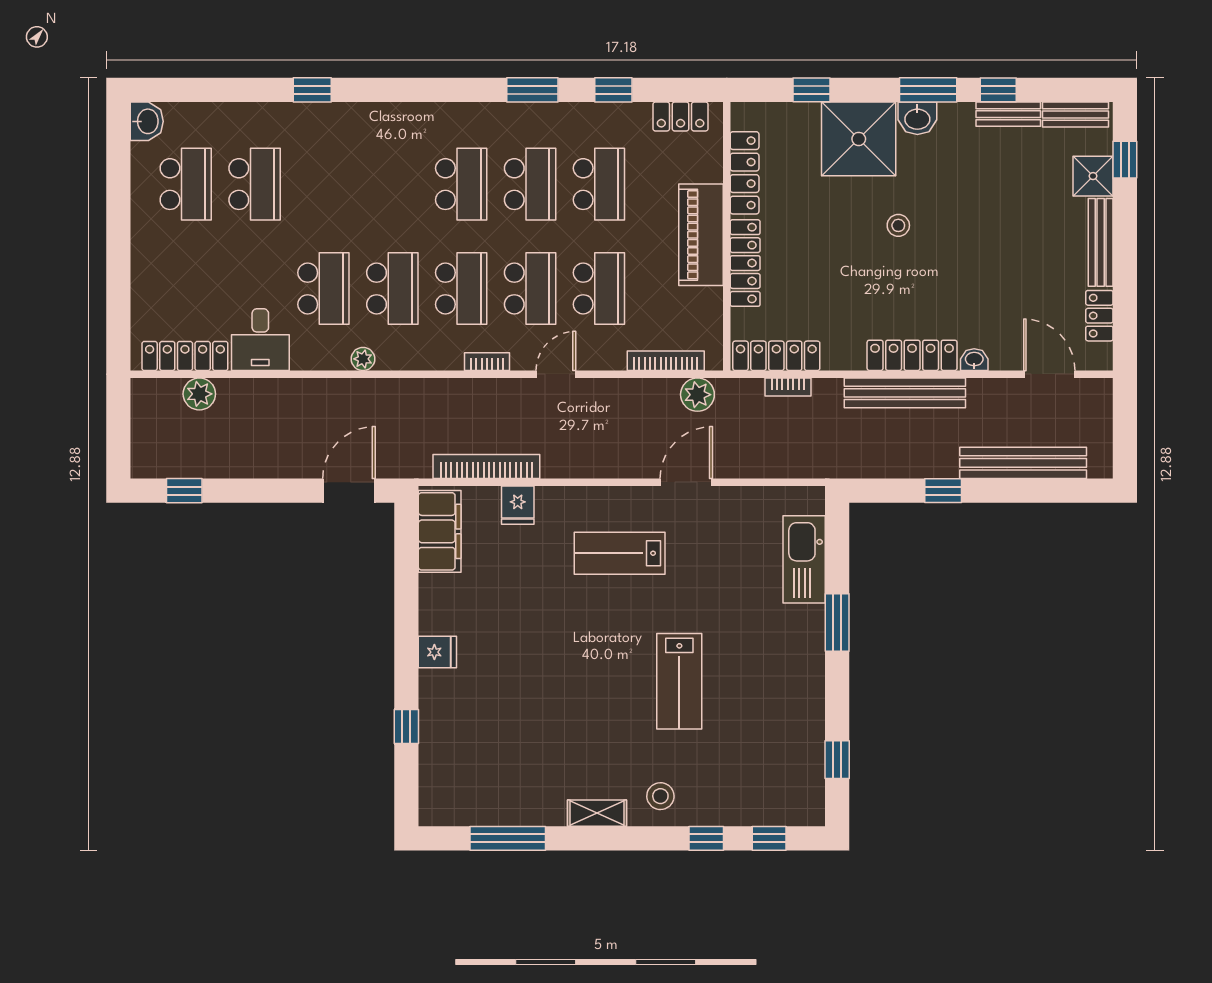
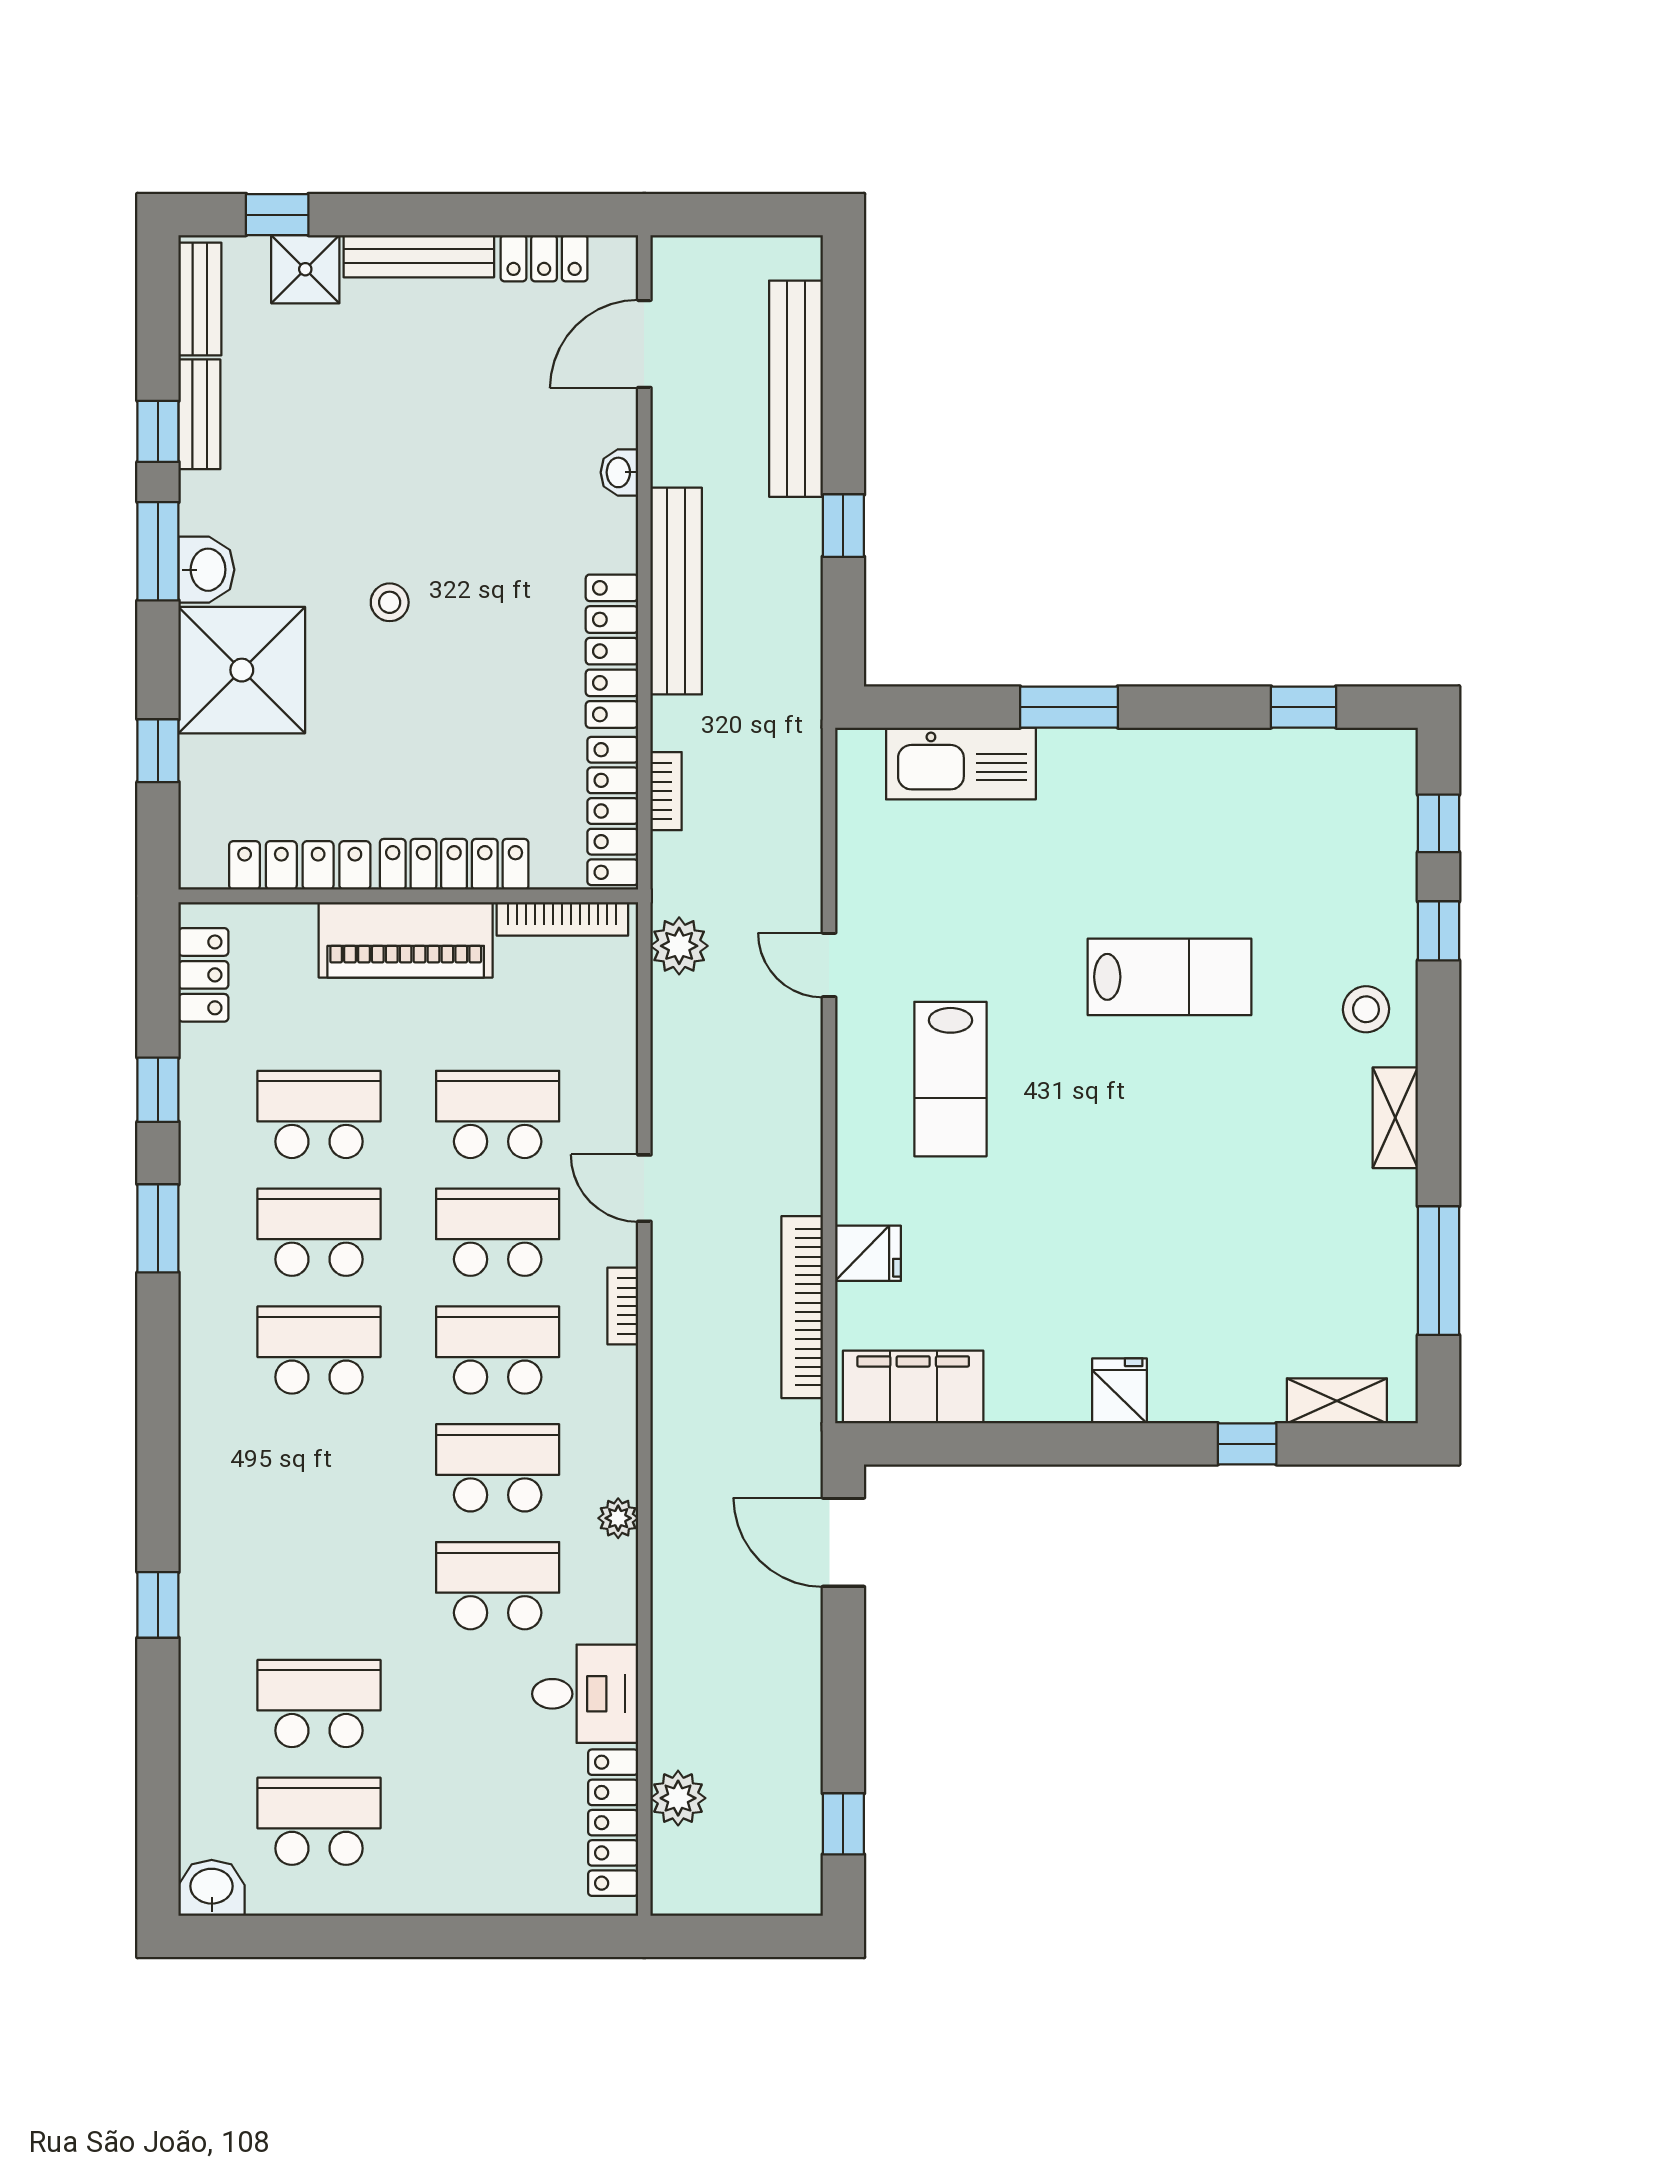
locker: (912, 355) -> (612, 651), moved
bookcase: (666, 361) -> (562, 919), moved, turned -90
door: (686, 482) -> (829, 965), width x0.73
shelving: (432, 779) -> (1337, 1401), added

